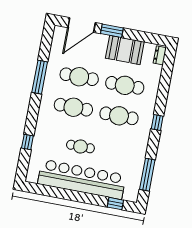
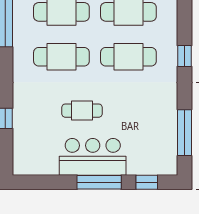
bar counter: (82, 179) -> (93, 157), width x0.54
window: (83, 197) -> (99, 182), added

